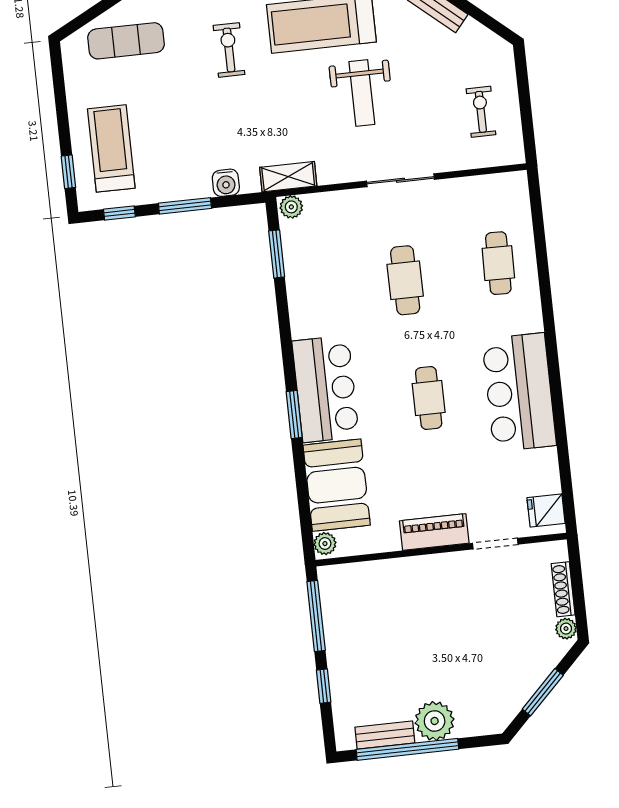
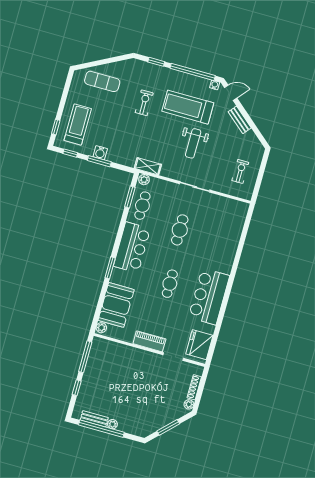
water cooler: (226, 183) -> (100, 153), moved
cafe table: (498, 263) -> (142, 206), moved
bar counter: (326, 389) -> (132, 247), moved
fridge: (546, 510) -> (199, 345), width x1.88, depth x1.34
plant: (435, 721) -> (112, 424), width x0.53, depth x0.53

